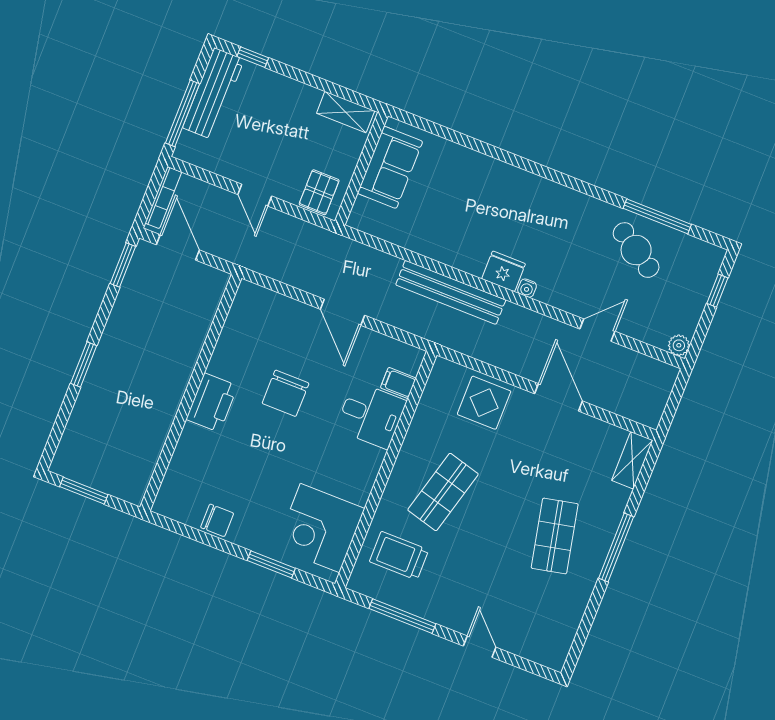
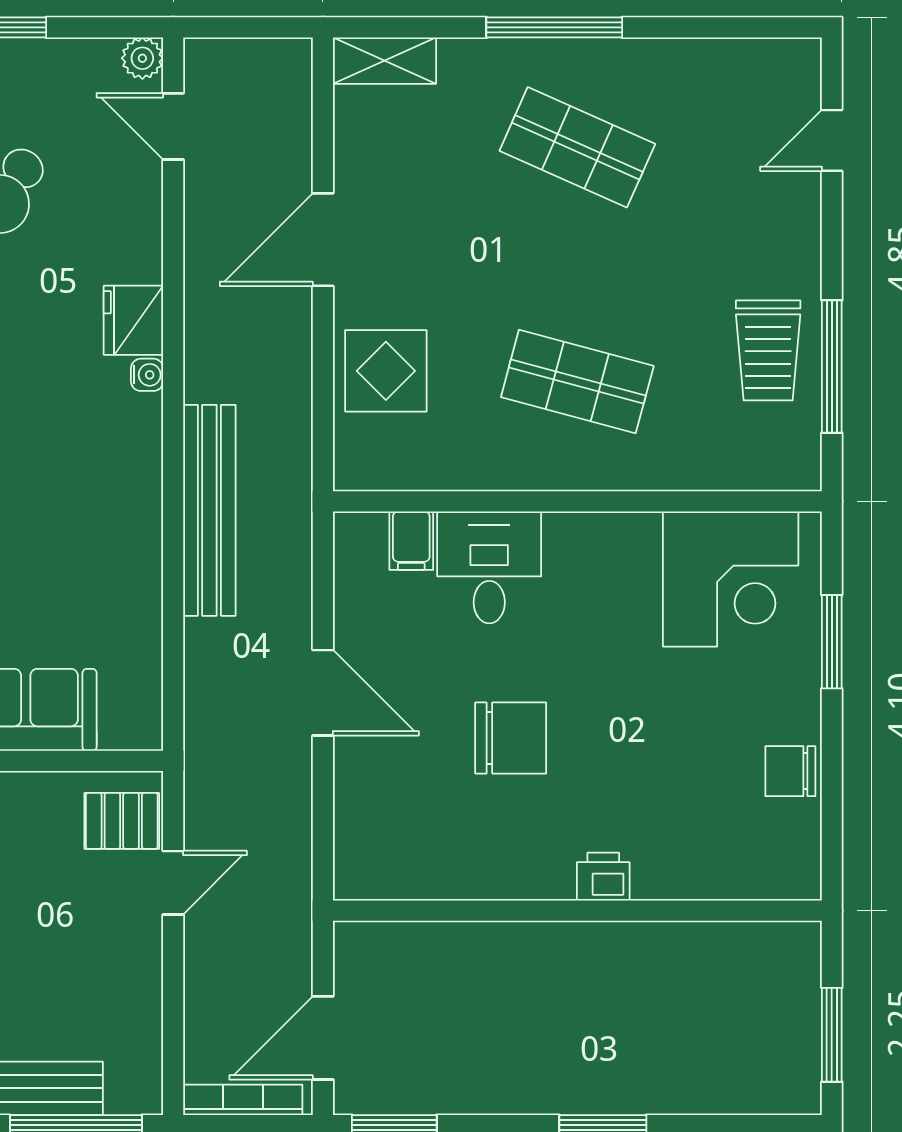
door: (255, 195) -> (173, 883), moved
fridge: (504, 271) -> (133, 320), moved
door: (342, 312) -> (323, 693), hinge flipped
door: (597, 330) -> (173, 126), moved
printer: (212, 403) -> (603, 877), width x0.53, depth x0.68
chair: (217, 520) -> (790, 771), turned -90
shop shelf: (555, 536) -> (577, 147), turned 36
trolley: (399, 556) -> (768, 350), moved
door: (480, 647) -> (832, 140), moved

